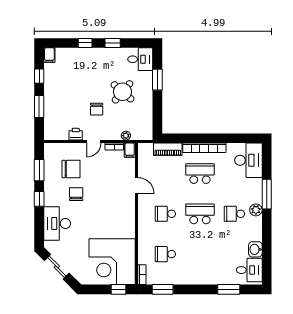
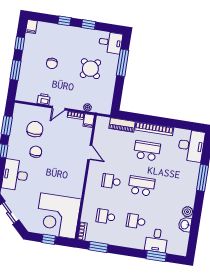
window: (157, 80) -> (123, 63), width x1.44
chair: (97, 109) -> (52, 63), moved
chair: (71, 169) -> (35, 129), turned -90
plant: (256, 210) -> (188, 212), moved
school desk: (234, 214) -> (136, 221), moved
desk: (249, 270) -> (156, 240), moved, turned 90
window: (118, 289) -> (49, 239), moved

